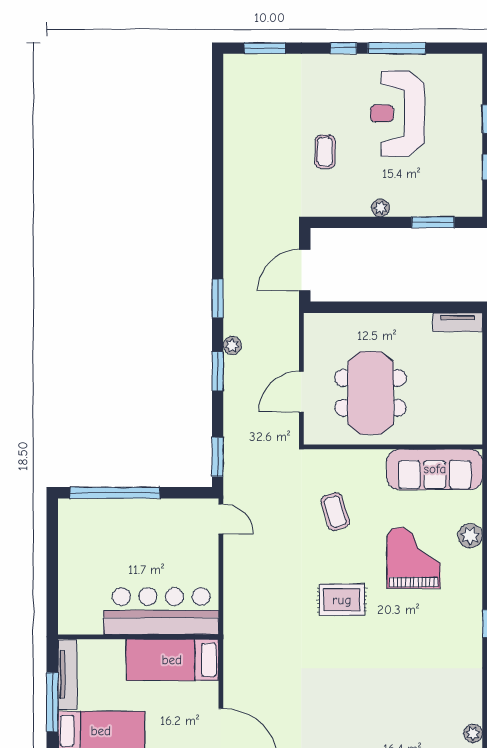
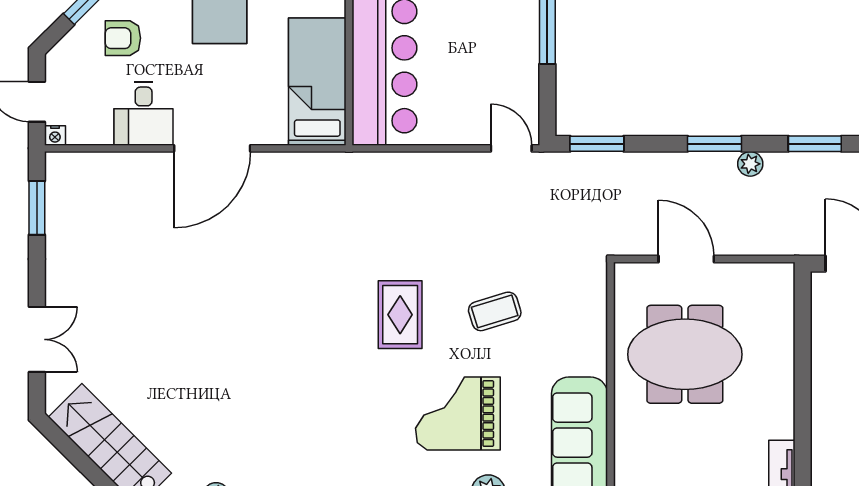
coffee table: (335, 512) -> (495, 311), moved
door: (221, 519) -> (511, 148), swing flipped
grand piano: (414, 558) -> (458, 414), turned 180

